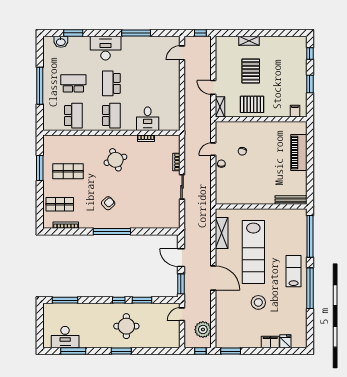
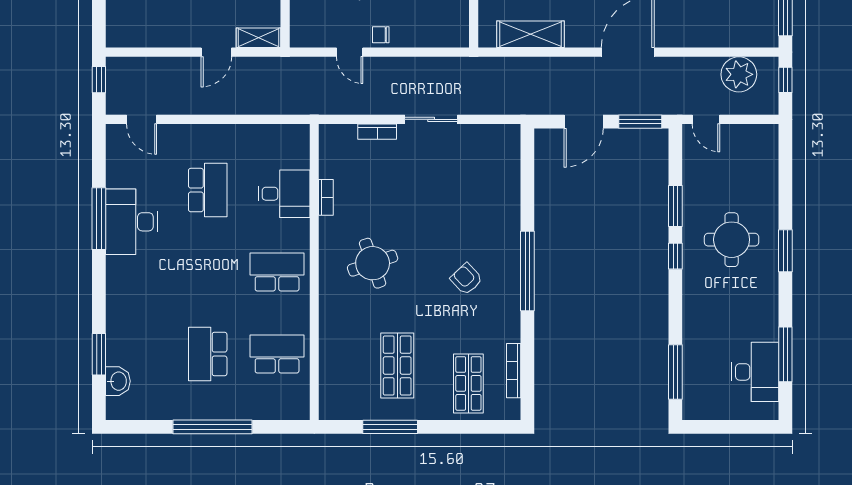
desk: (106, 48) -> (131, 222), moved
school desk: (111, 83) -> (208, 190), moved, turned -90

